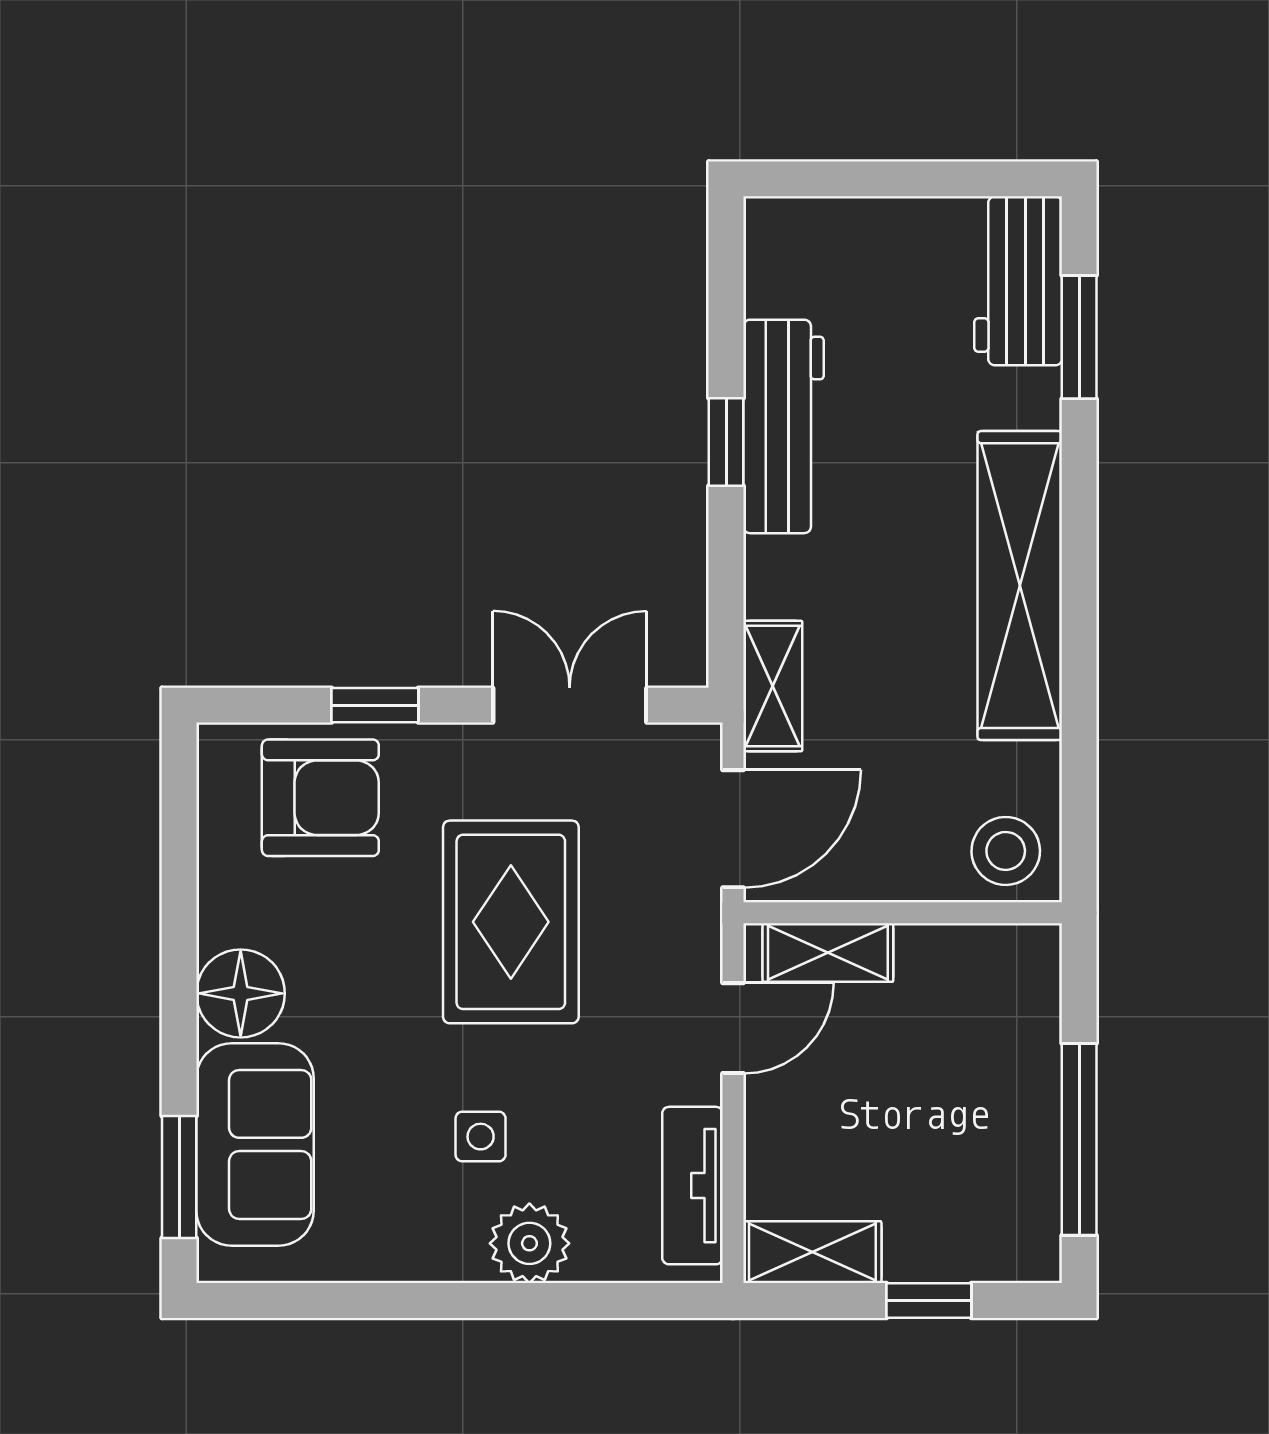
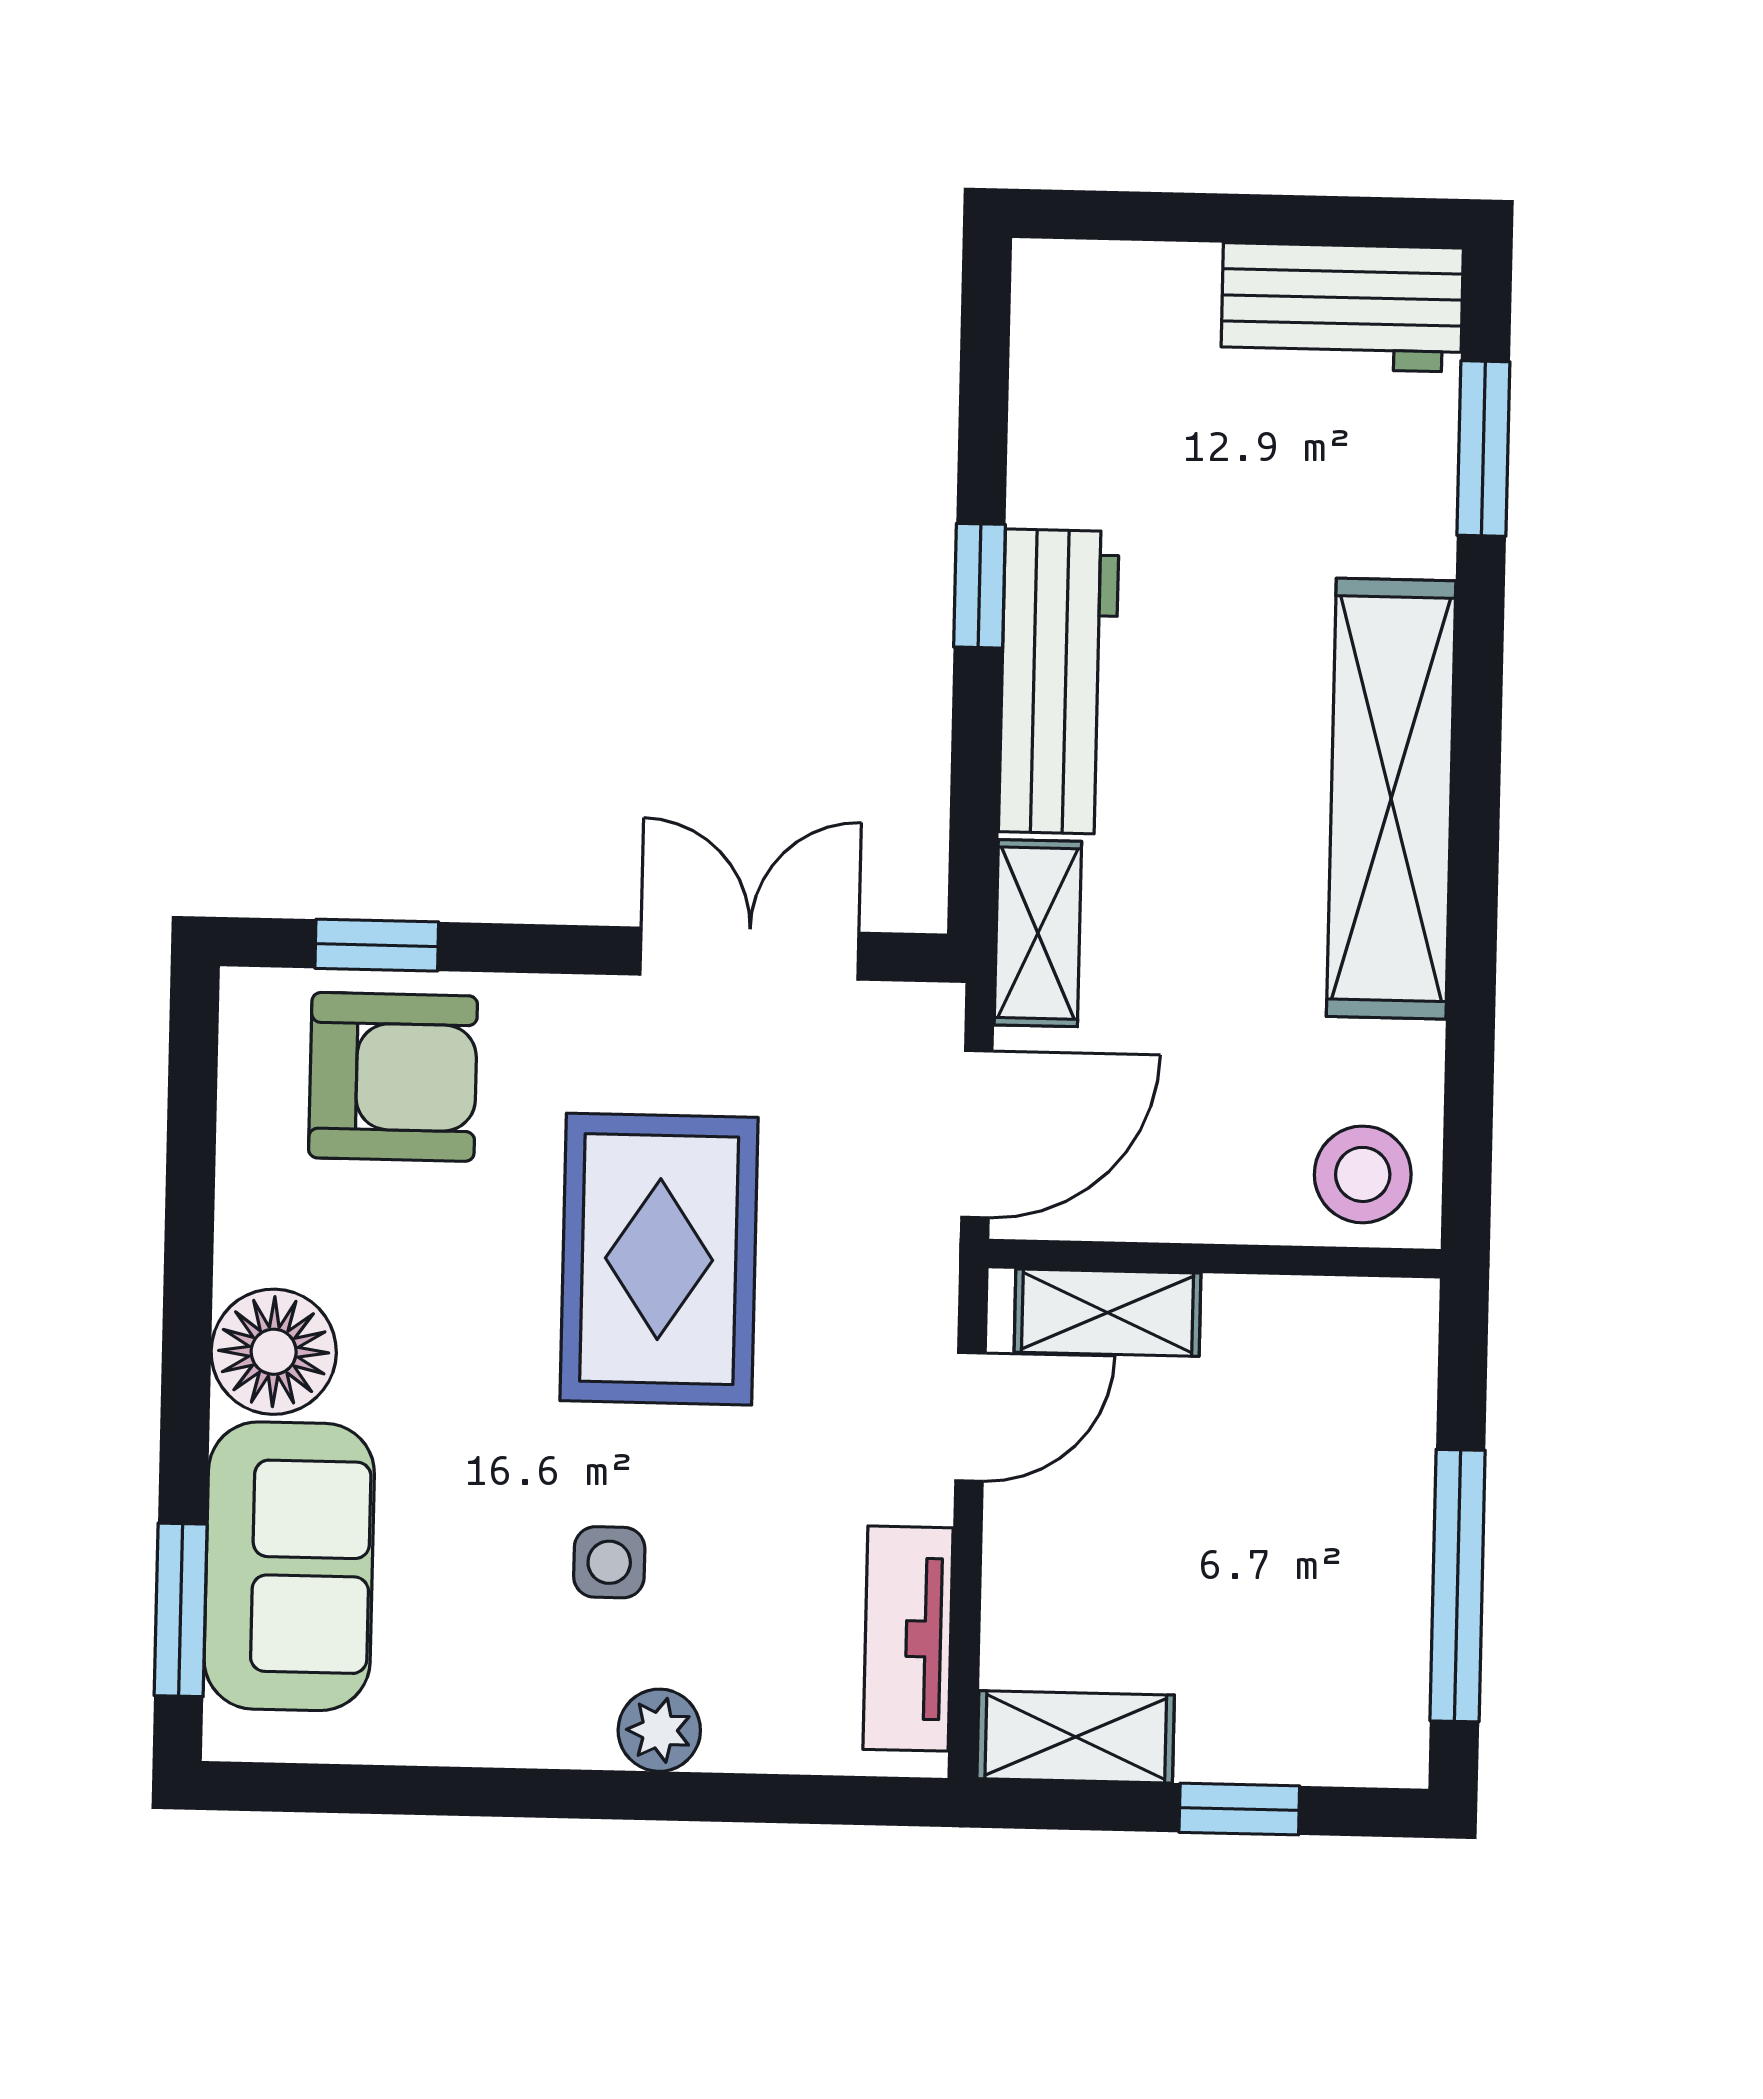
workbench: (1018, 281) -> (1342, 307), moved, turned -90
workbench: (784, 426) -> (1059, 682), moved
window: (375, 705) -> (377, 945), moved
plant: (529, 1243) -> (659, 1730), width x0.73, depth x0.73

